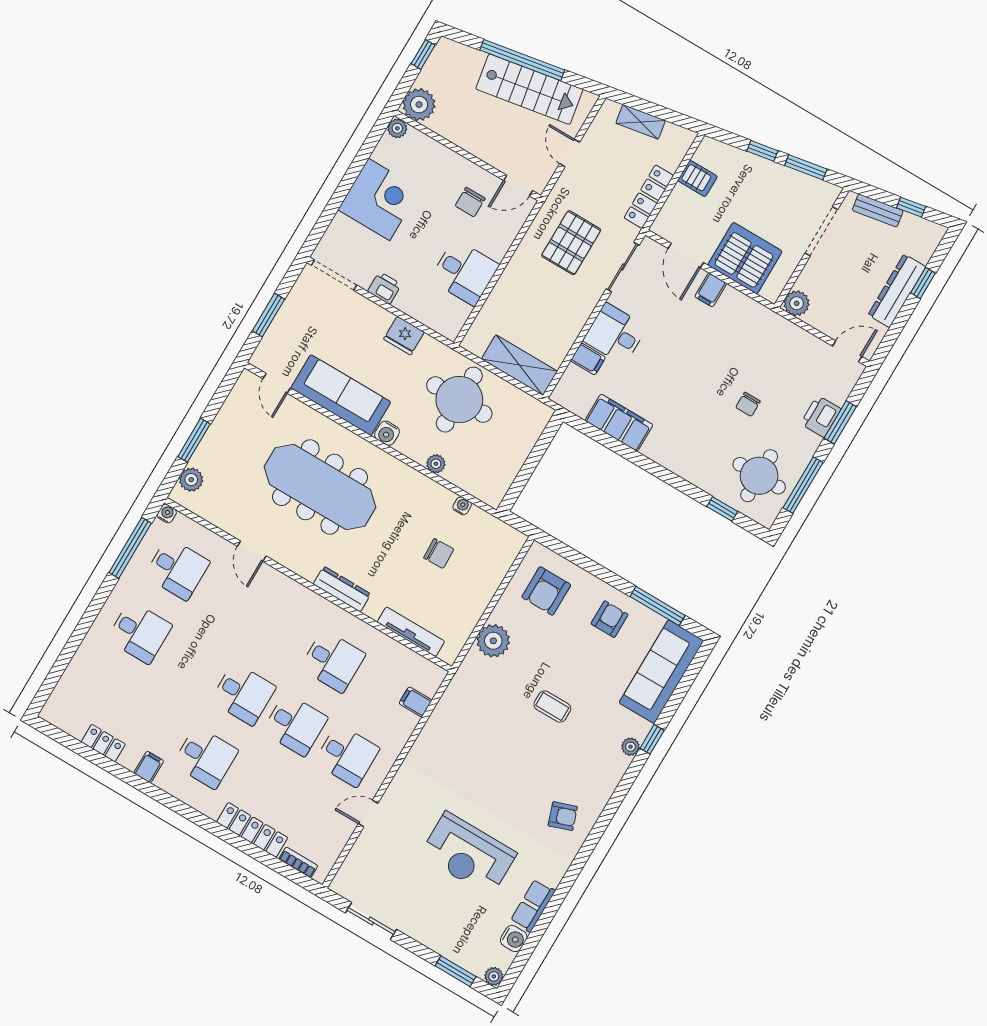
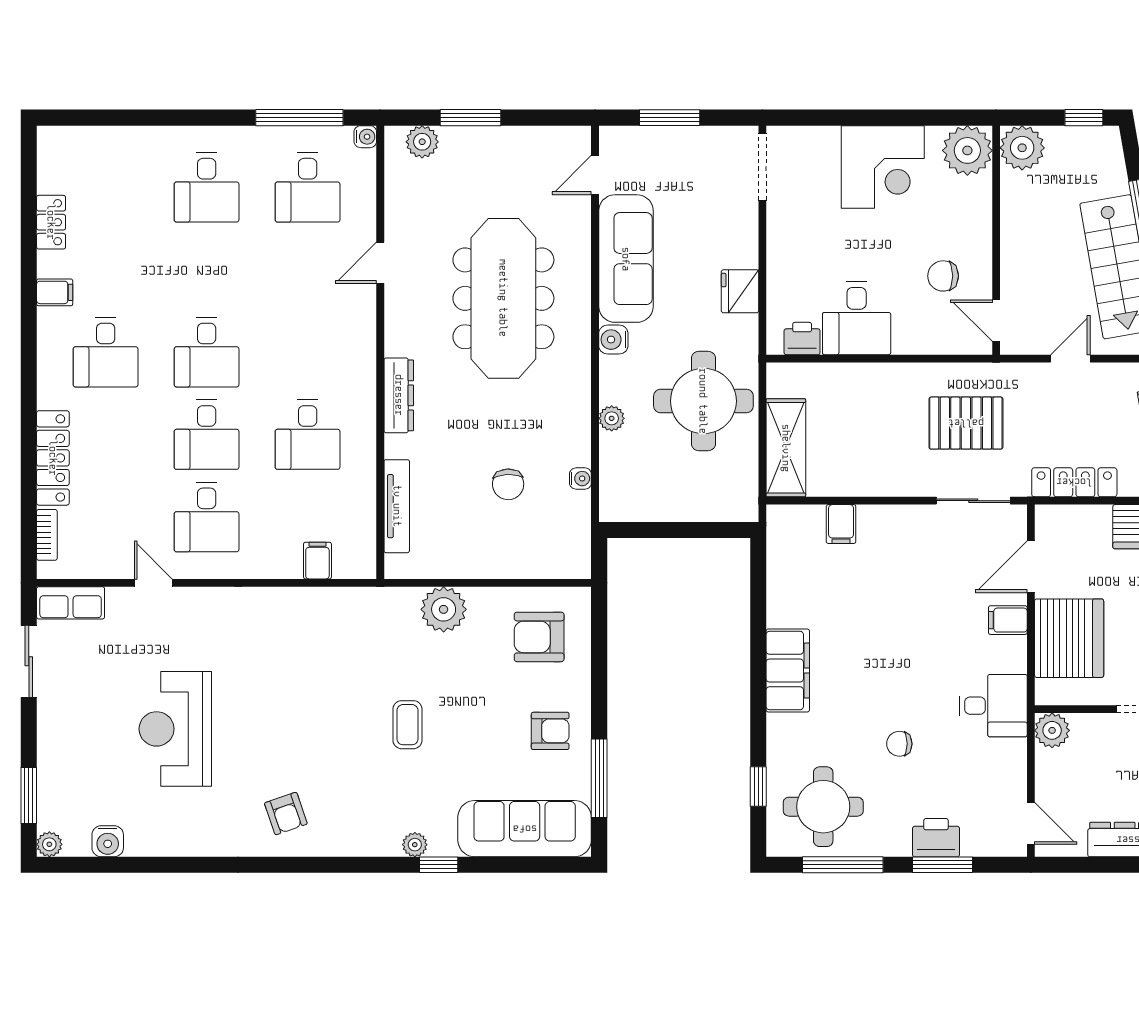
plant: (397, 128) -> (967, 150), width x1.88, depth x1.88
printer: (384, 288) -> (802, 339), moved, turned -90
desk: (615, 334) -> (993, 706), moved, turned 90
filing cabinet: (619, 423) -> (788, 670), moved
row of seats: (533, 906) -> (71, 603), moved, turned 180

